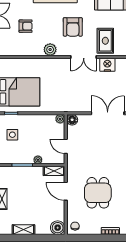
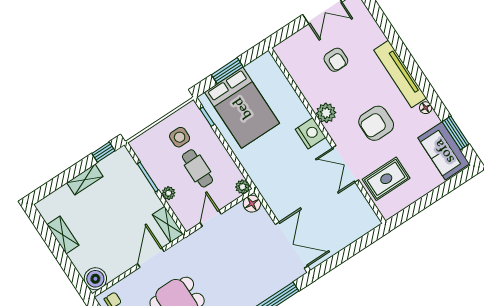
nightstand: (107, 65) -> (311, 133), moved
cafe table: (35, 136) -> (197, 168), added

